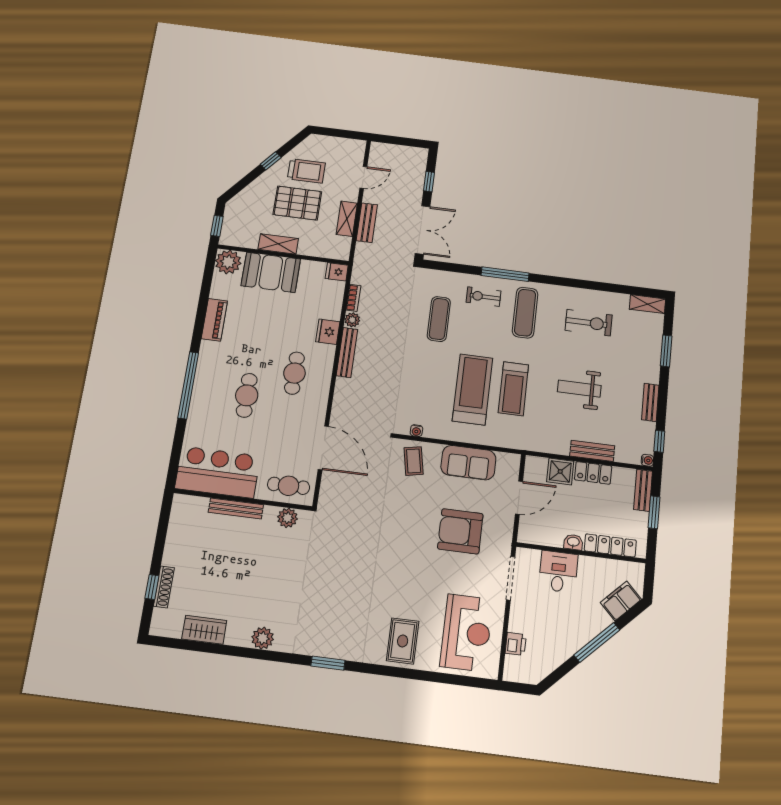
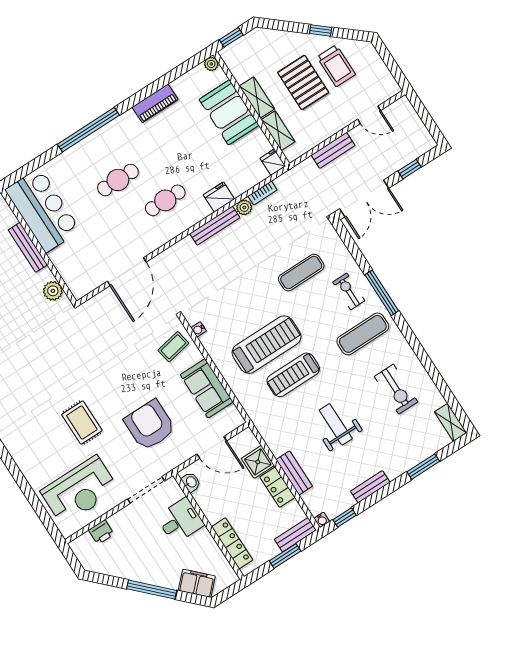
shelving: (347, 219) -> (278, 131), moved, turned 90
plant: (228, 262) -> (211, 64), width x0.53, depth x0.53
cafe table: (289, 486) -> (77, 271), removed
washbasin: (573, 542) -> (191, 482), moved
rug: (403, 641) -> (82, 423), moved, turned 90

